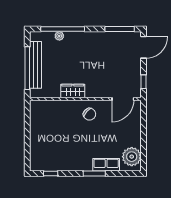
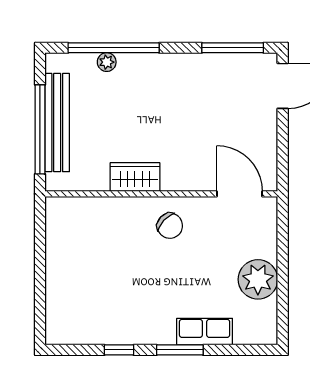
window: (143, 82) -> (283, 158), removed
door: (123, 99) -> (239, 194), swing flipped
plant: (132, 157) -> (258, 279), moved
window: (51, 174) -> (119, 350), moved

